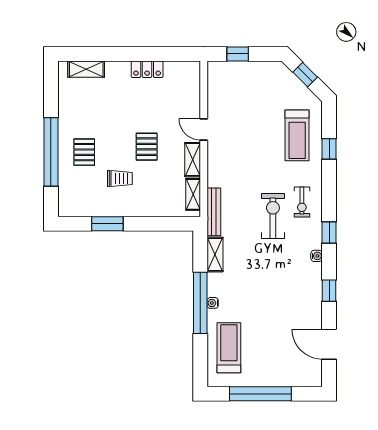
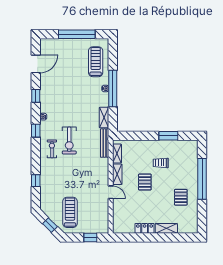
shelving: (86, 69) -> (166, 228), moved
treadmill: (297, 135) -> (70, 212), moved
pallet: (84, 152) -> (181, 197), moved
door: (329, 344) -> (36, 64), hinge flipped
treadmill: (229, 348) -> (96, 62), turned 180

